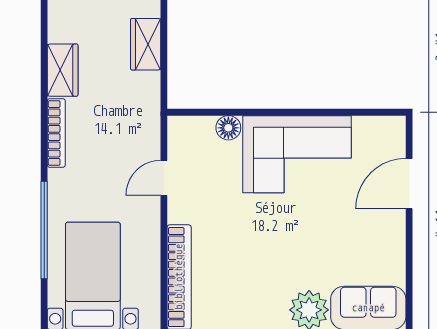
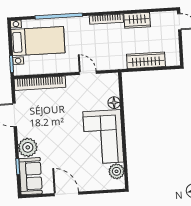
wardrobe: (146, 44) -> (146, 60), width x1.50
plant: (369, 131) -> (116, 171), added
door: (409, 184) -> (66, 194), moved

